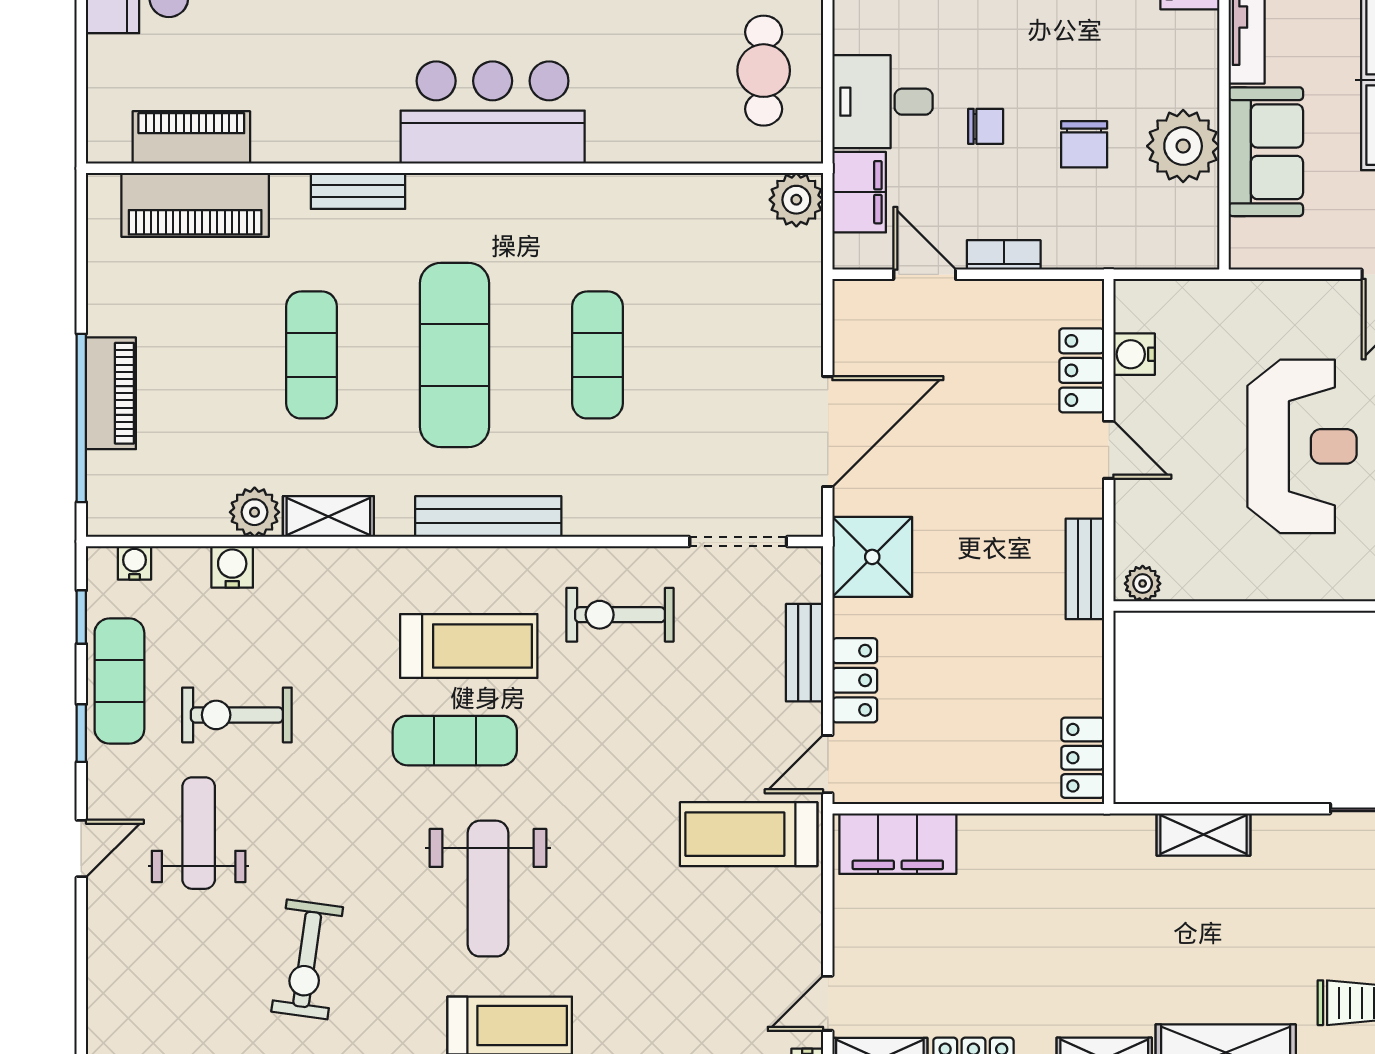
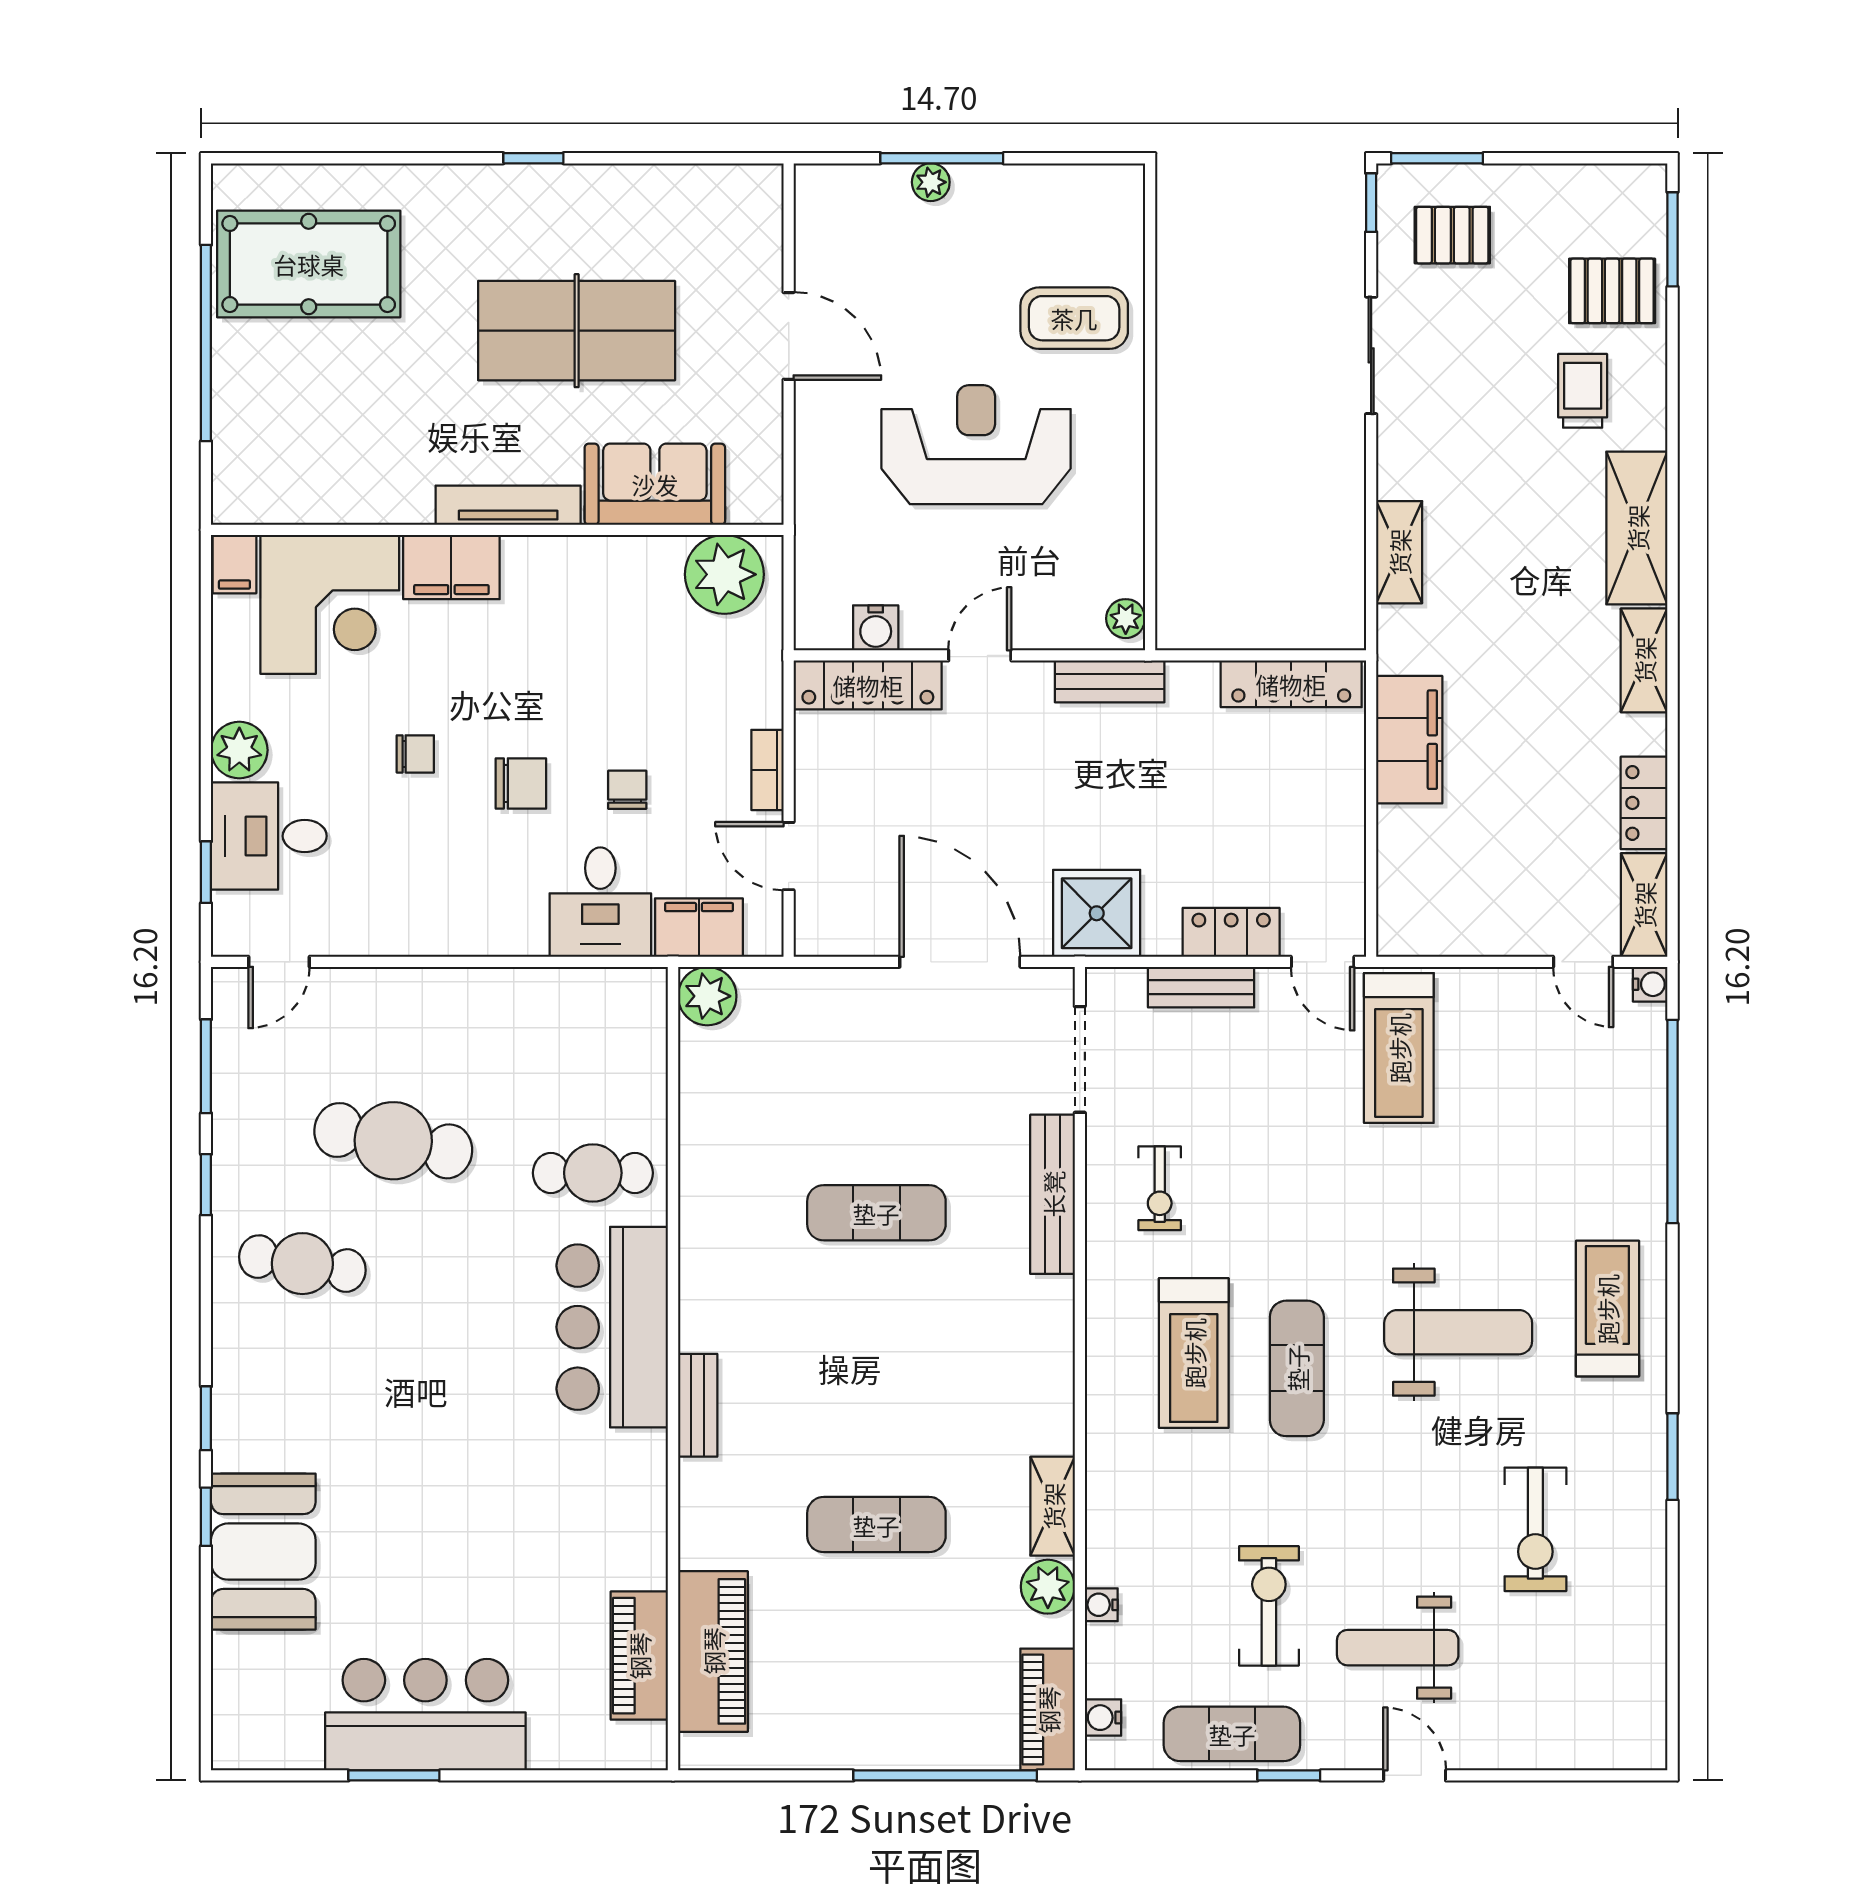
cafe table: (764, 71) -> (593, 1173), moved
chair: (1084, 144) -> (521, 784), moved
plant: (1183, 146) -> (724, 574), moved
bench: (358, 191) -> (698, 1405), moved
door: (925, 274) -> (789, 856), hinge flipped
exercise mat: (455, 355) -> (876, 1369), removed
locker: (1082, 370) -> (868, 685), width x1.53
piano: (111, 393) -> (1048, 1710), moved, turned -90
bench: (488, 516) -> (1053, 1194), moved
water cooler: (232, 567) -> (1101, 1605), width x0.72, depth x0.72
exercise bike: (620, 615) -> (1160, 1188), width x0.73, depth x0.72
window: (81, 617) -> (1162, 1775), removed
treadmill: (469, 646) -> (1194, 1353), turned 180
exercise bike: (237, 715) -> (1269, 1606), turned 180
locker: (1083, 758) -> (1291, 684), width x1.53
filing cabinet: (898, 844) -> (1409, 740), moved
exercise bike: (307, 959) -> (1535, 1529), turned 82

